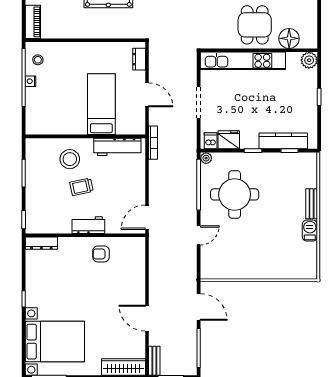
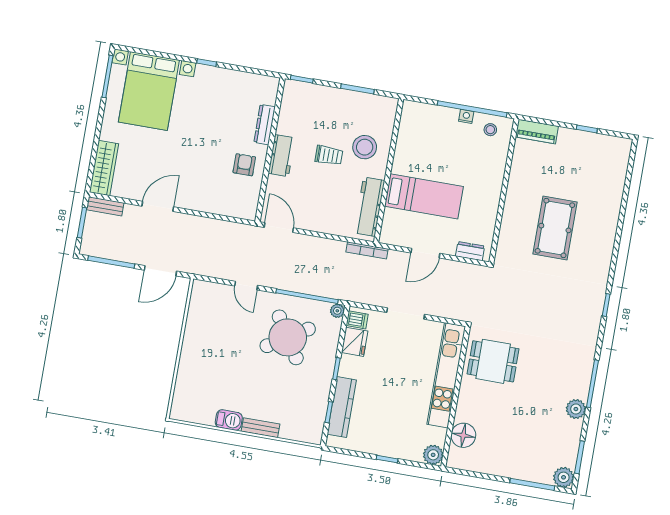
dining table: (255, 25) -> (493, 361), moved
trolley: (82, 187) -> (329, 155), turned 102
round table: (235, 194) -> (288, 337), turned -32
dresser: (41, 243) -> (265, 125), moved

